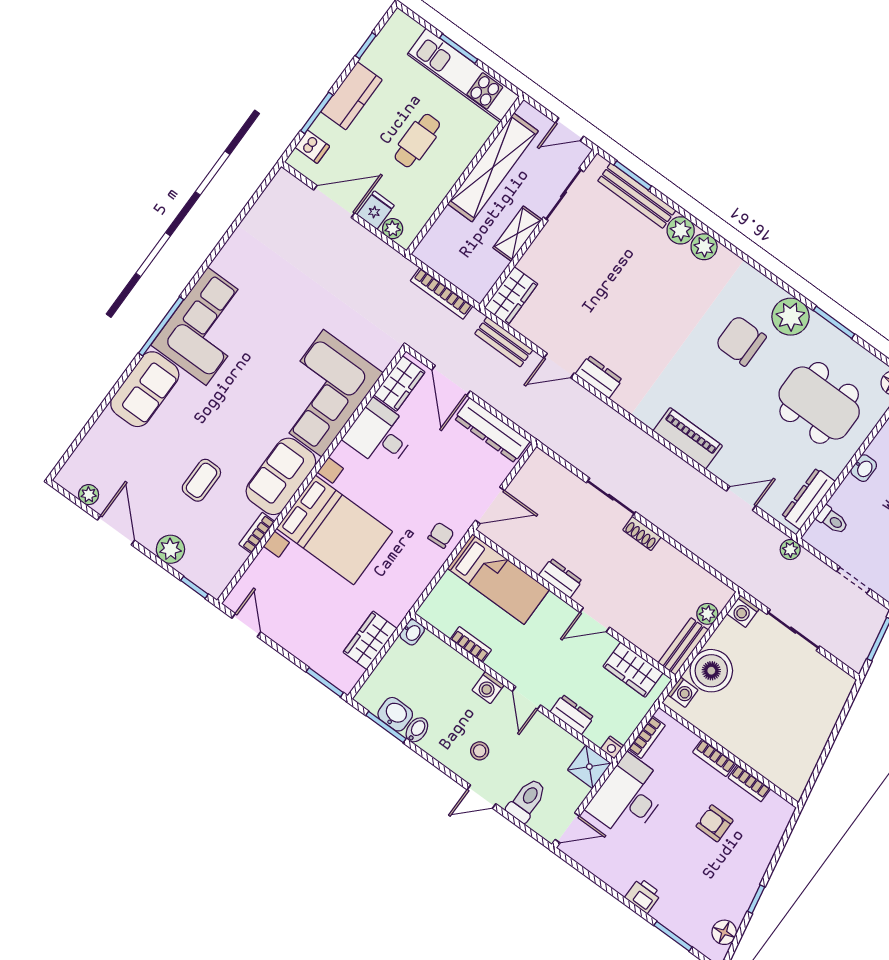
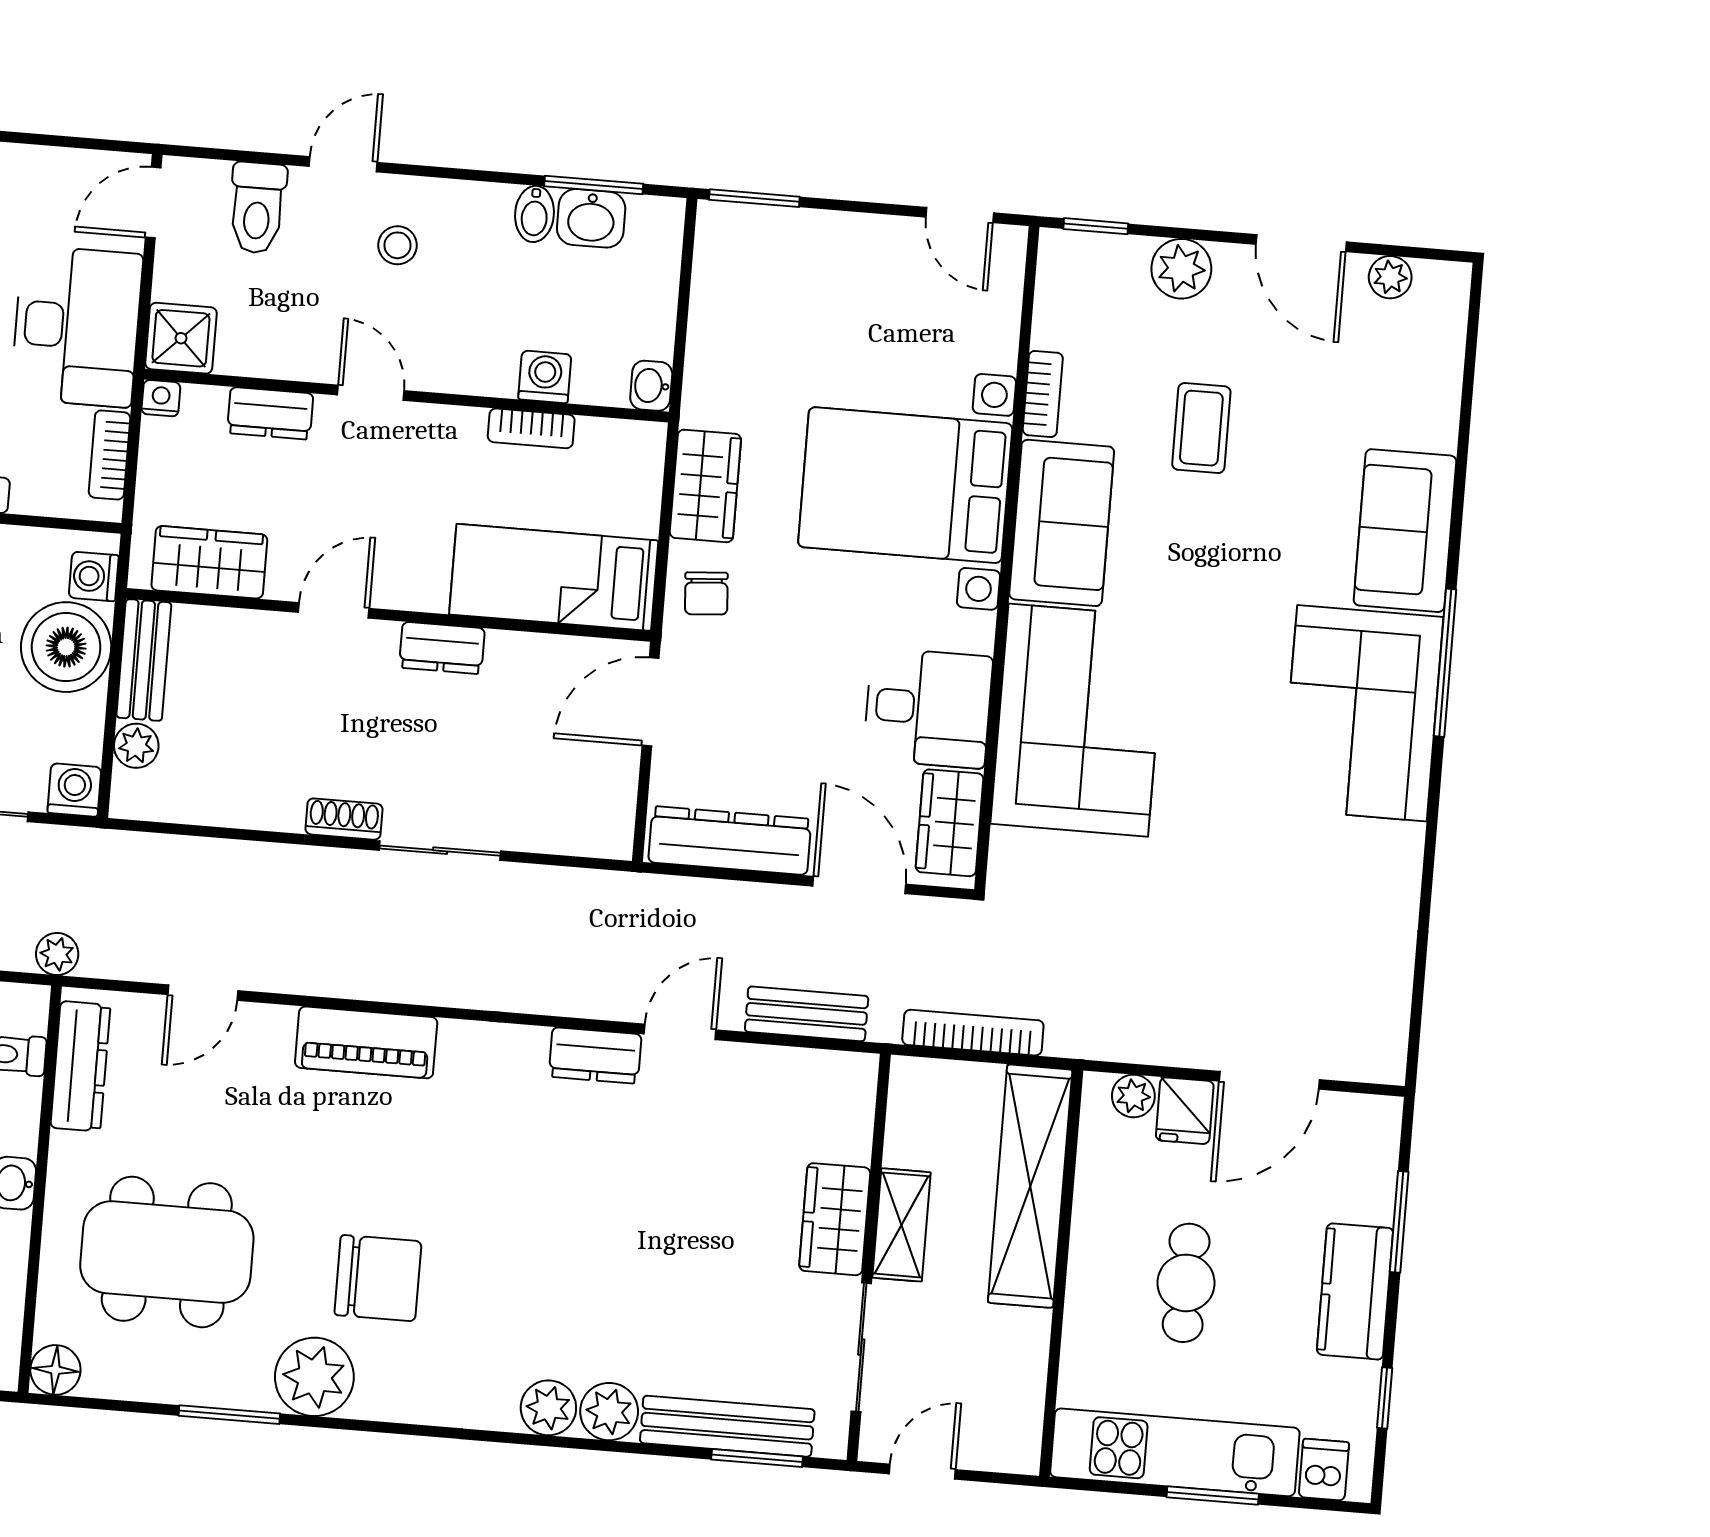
dishwasher: (312, 147) -> (1324, 1470), moved, turned 90
shelving: (493, 167) -> (1030, 1186), moved
wardrobe: (511, 296) -> (835, 1219), moved
wardrobe: (370, 640) -> (705, 486), moved
washing machine: (488, 688) -> (545, 377), moved

